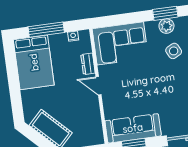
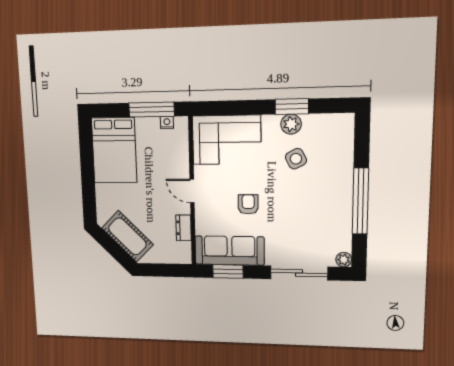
window: (46, 30) -> (152, 110), moved
dresser: (88, 64) -> (184, 228), moved
armchair: (143, 90) -> (248, 204), added

